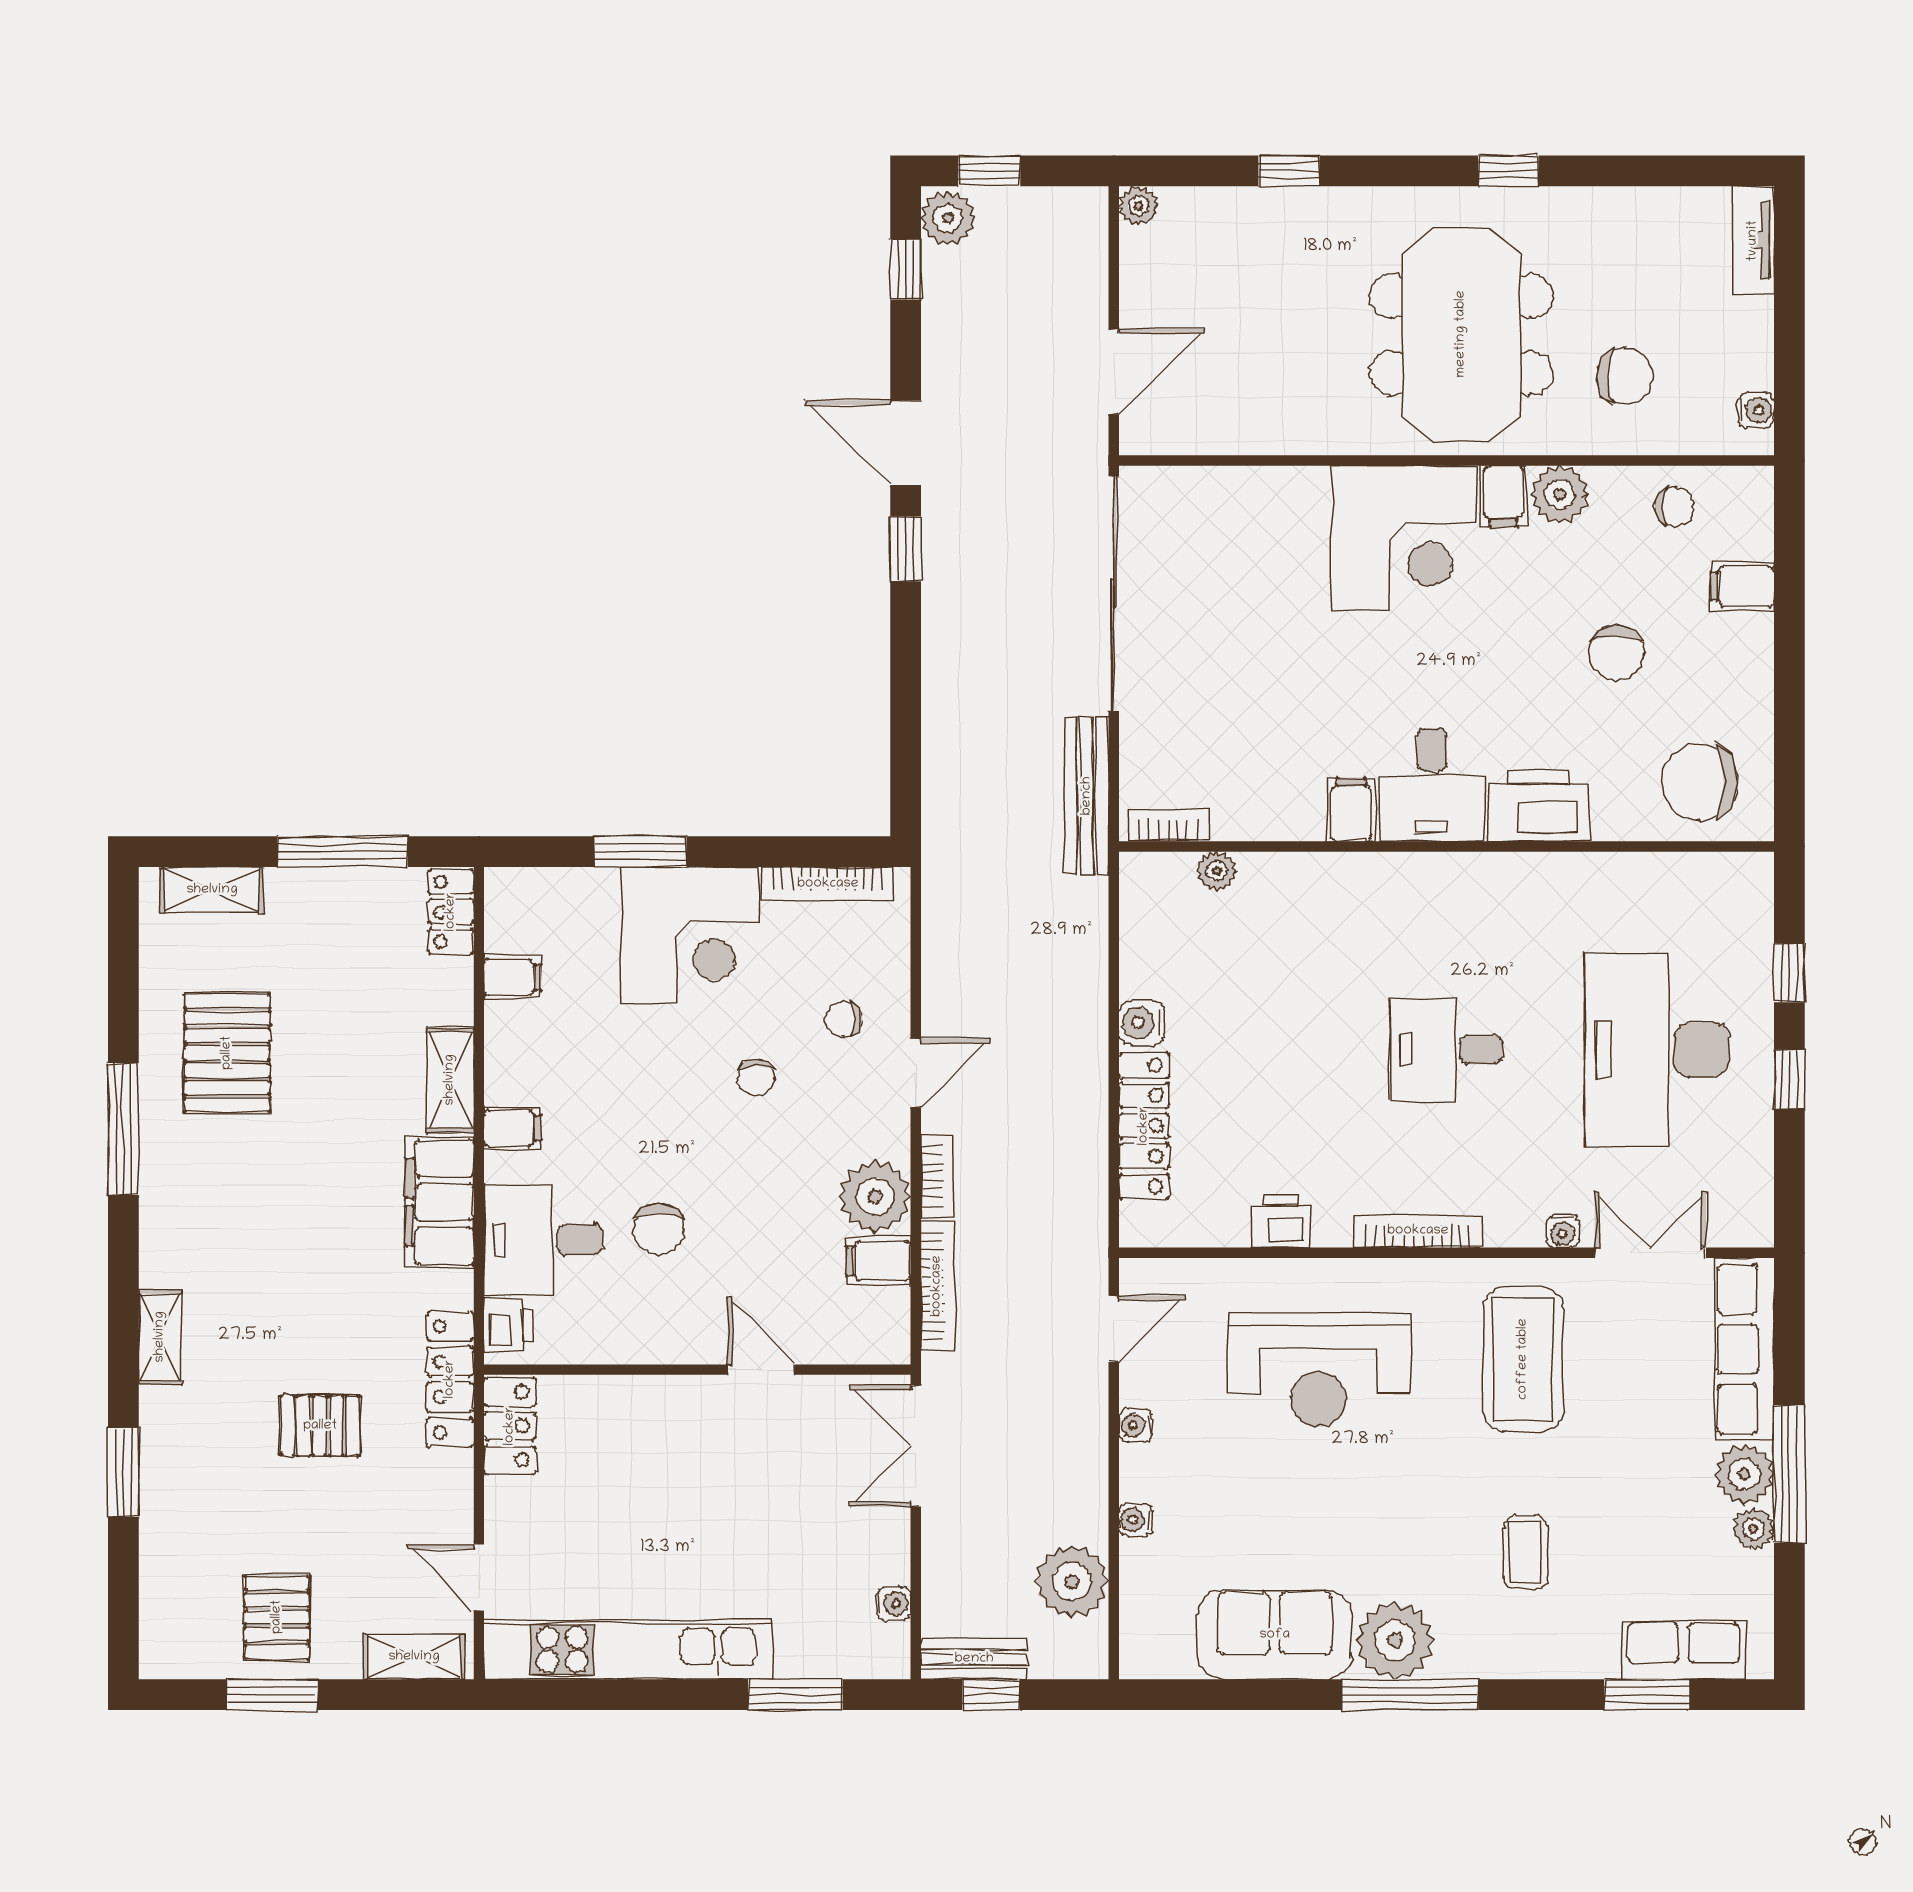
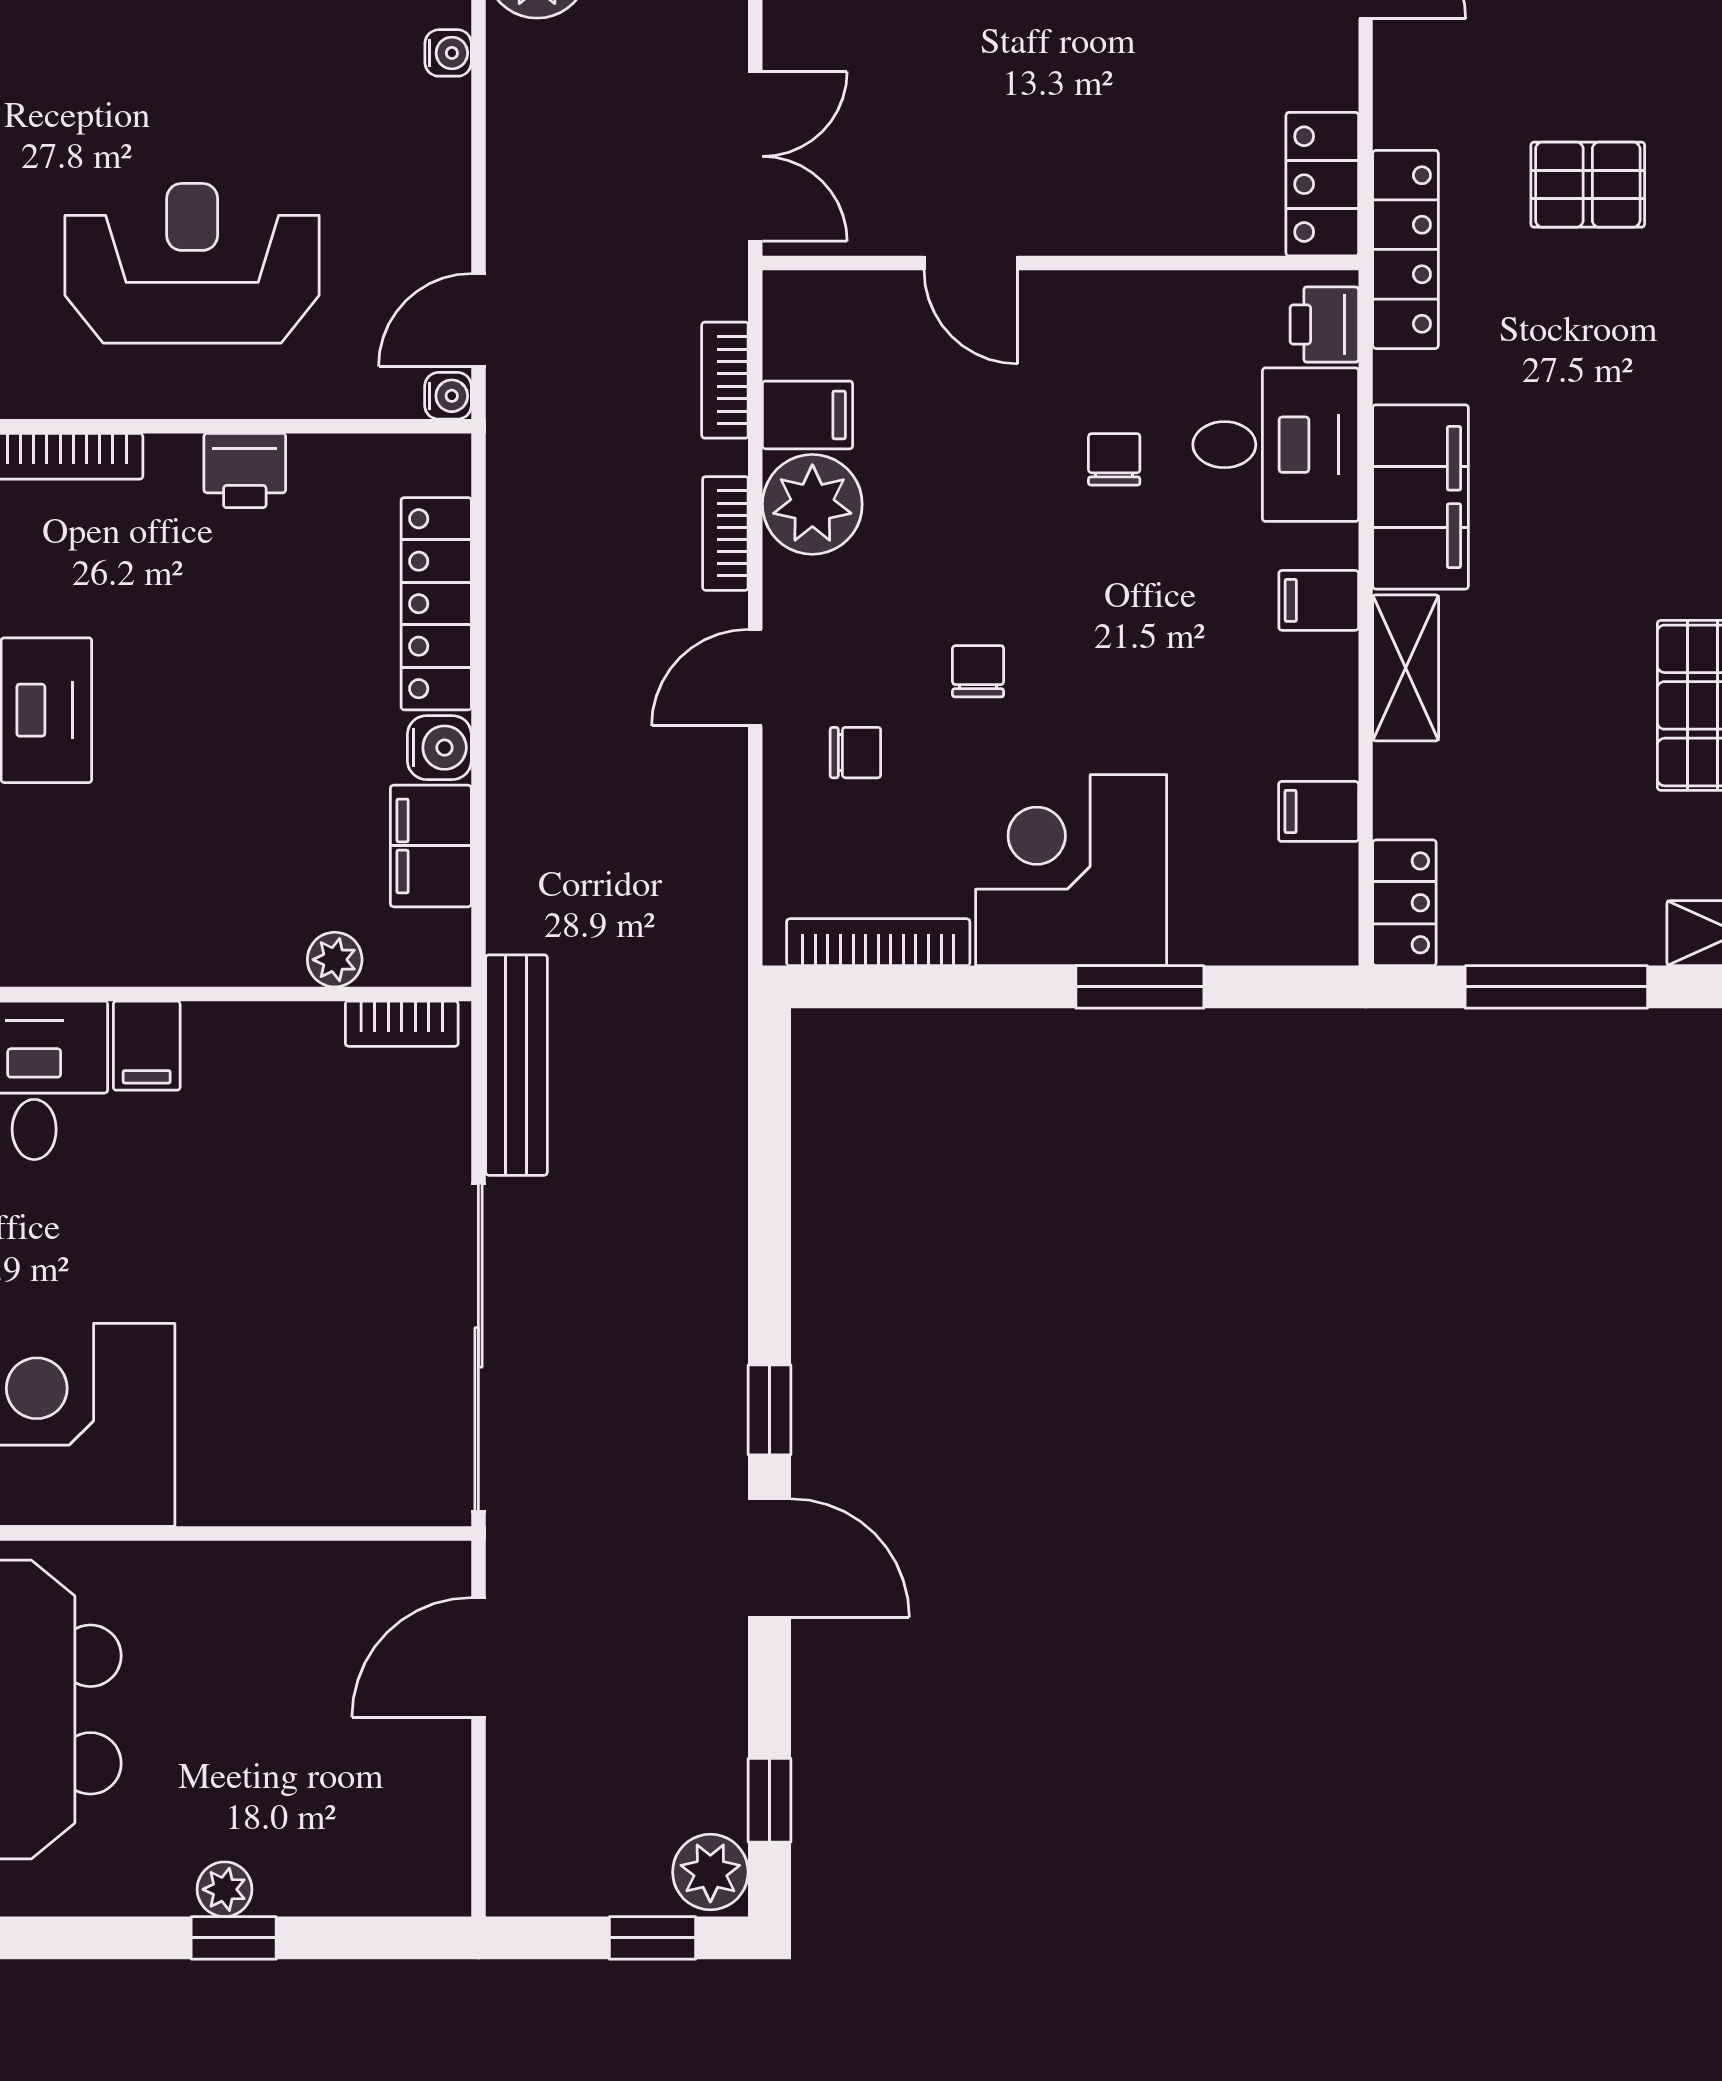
plant: (1138, 206) -> (225, 1889), moved
filing cabinet: (1148, 952) -> (431, 846), added
chair: (659, 1229) -> (1114, 459), width x0.73, depth x0.73
bookcase: (937, 1286) -> (725, 380), width x0.64
water cooler: (1136, 1426) -> (448, 396), moved

